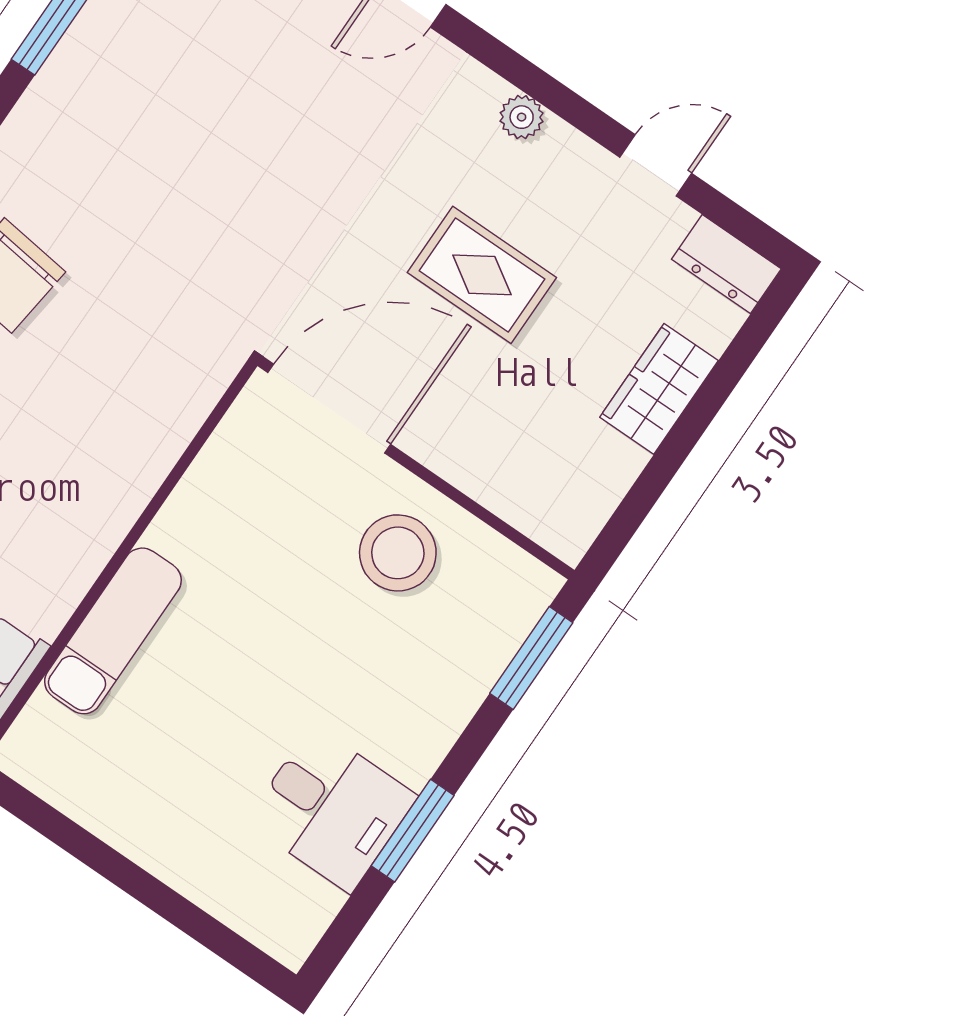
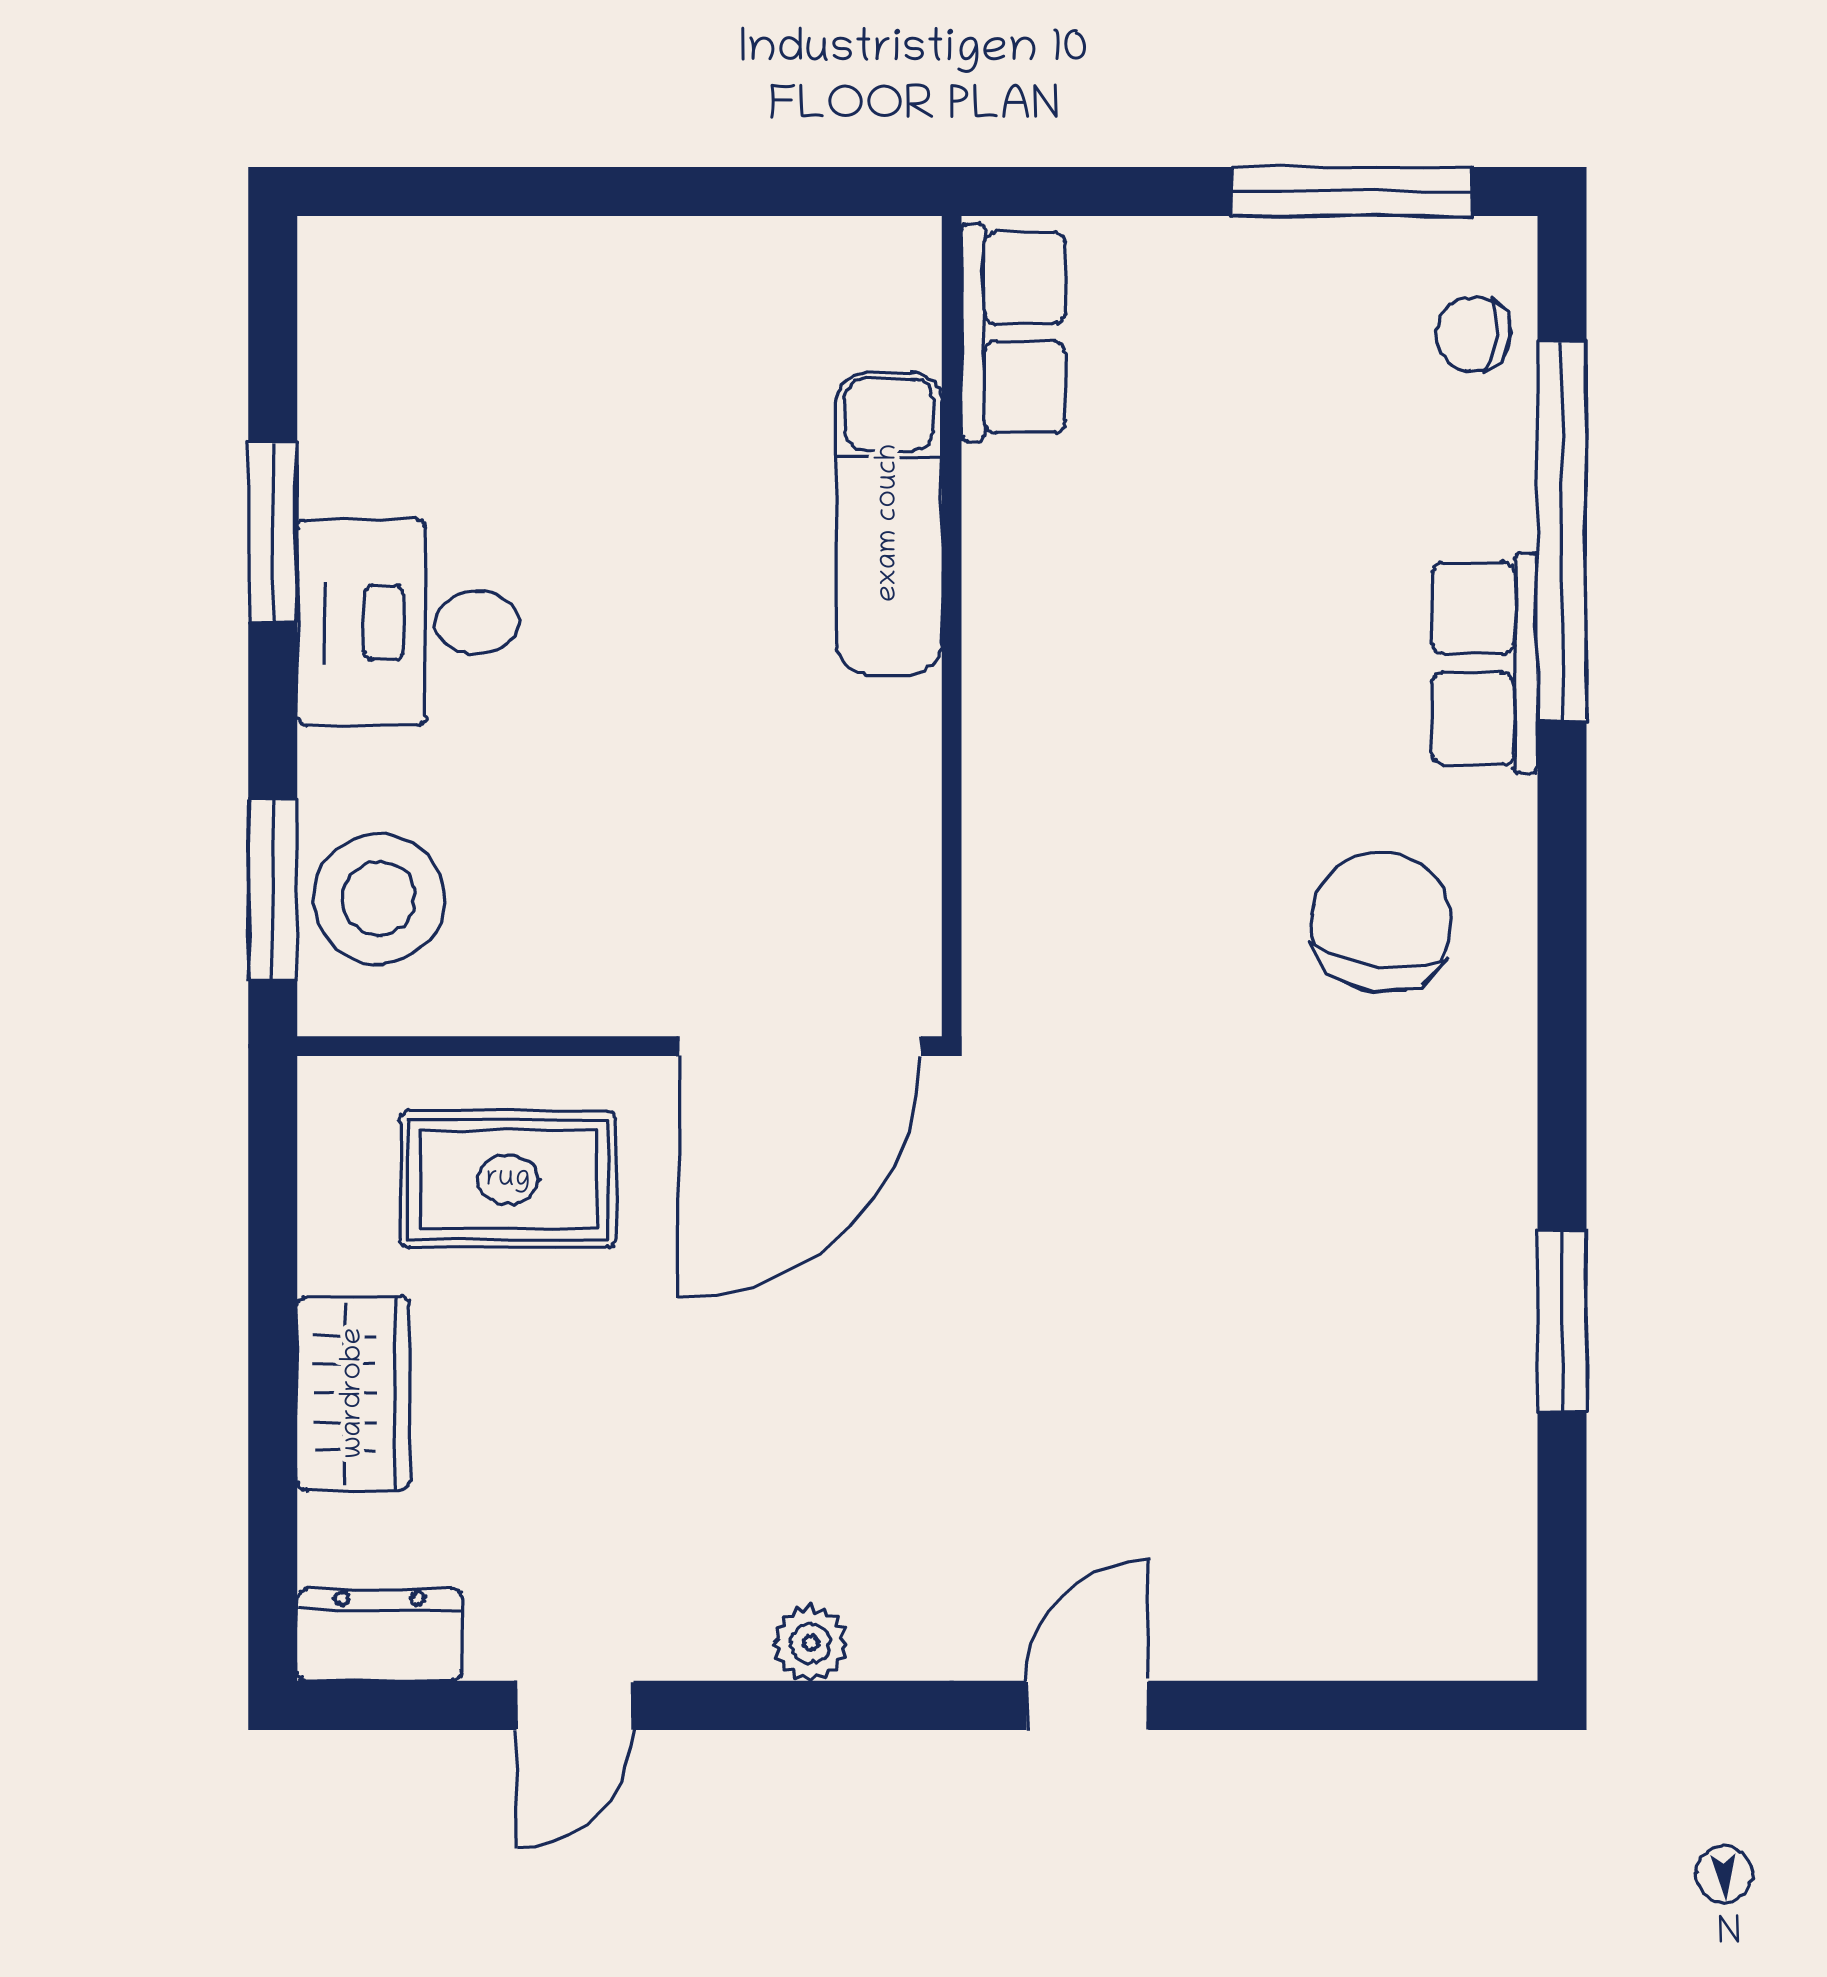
rug: (482, 275) -> (508, 1179), moved
stool: (398, 553) -> (379, 899), moved
desk: (331, 809) -> (408, 623), moved

